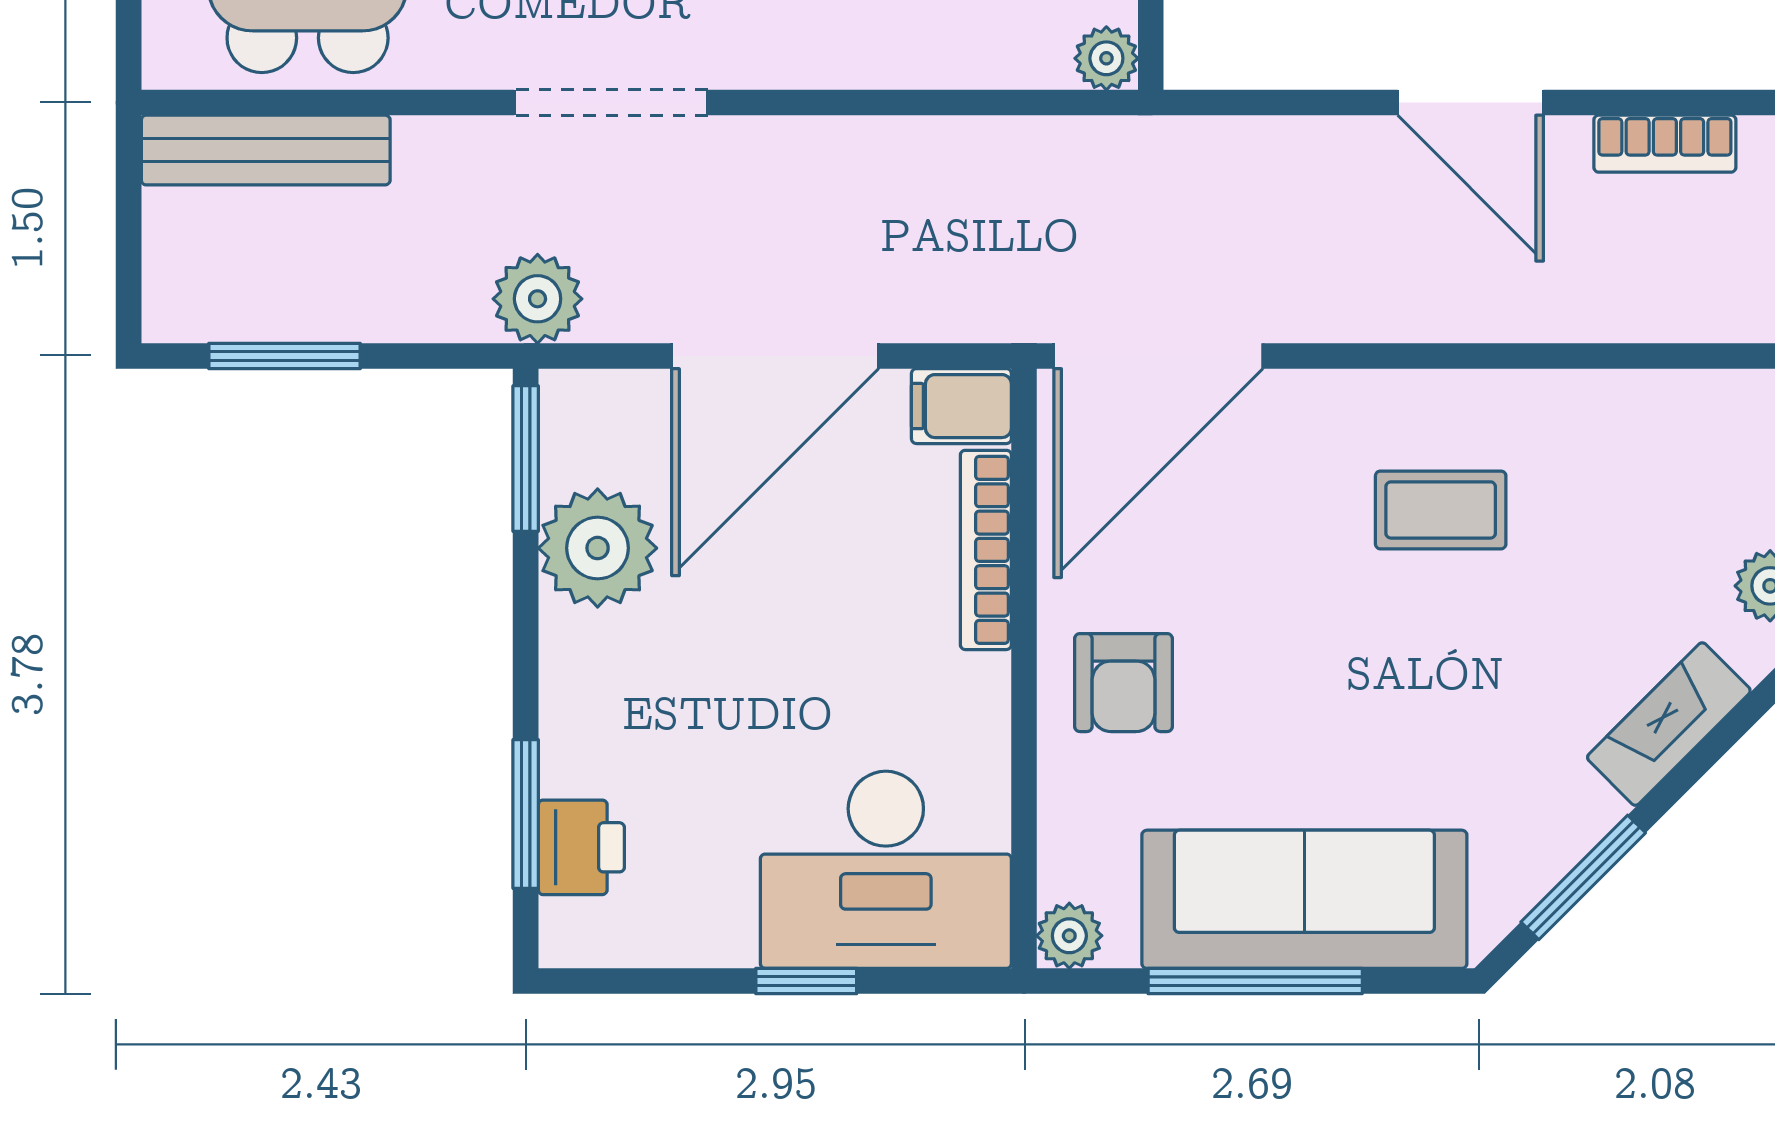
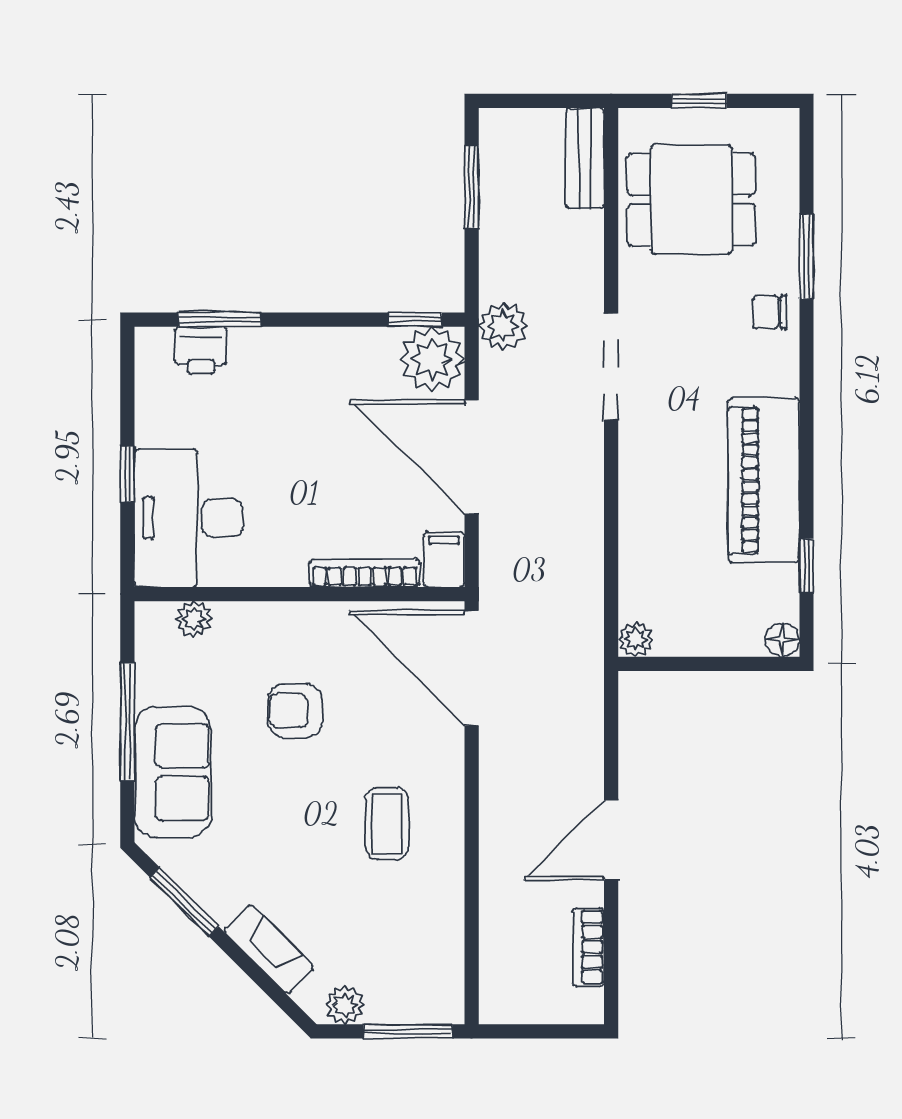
bench: (266, 150) -> (585, 158), width x0.73
window: (526, 459) -> (415, 320), width x0.67
plant: (598, 548) -> (432, 359), moved
armchair: (1124, 683) -> (295, 711), moved
sofa: (1304, 899) -> (172, 772), width x0.73
plant: (1069, 936) -> (194, 619), moved

